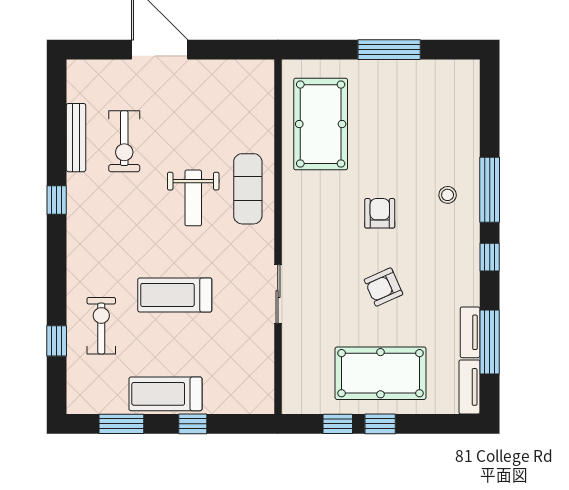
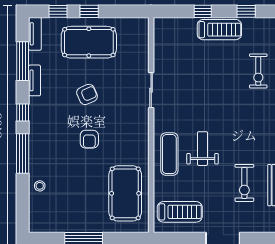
exercise bike: (124, 141) -> (244, 183), turned 180
stool: (448, 195) -> (40, 186), moved
treadmill: (175, 295) -> (180, 212), moved
tv unit: (470, 332) -> (34, 80), moved
window: (121, 424) -> (246, 11), width x0.67
window: (338, 424) -> (58, 11), moved

